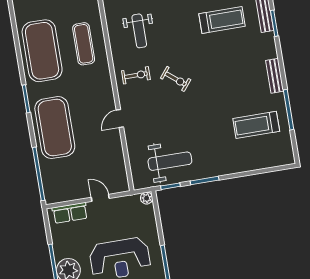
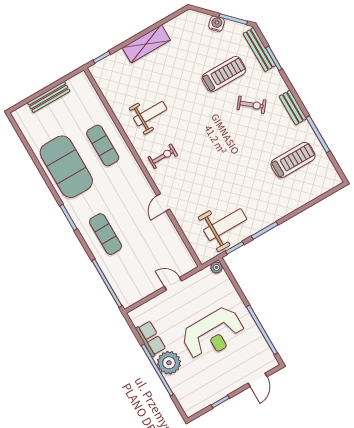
weight bench: (139, 31) -> (150, 114), turned -90
exercise bike: (176, 79) -> (252, 105), moved
treadmill: (256, 125) -> (293, 160), turned 180
exercise mat: (55, 128) -> (106, 234), width x0.50, depth x0.69
row of seats: (70, 213) -> (151, 339), moved, turned -90

